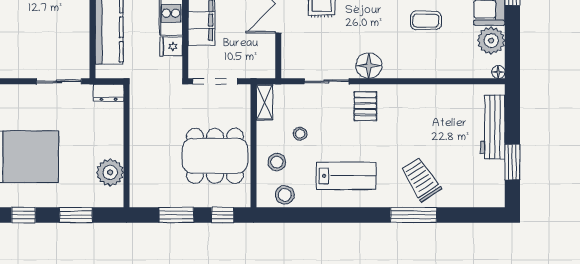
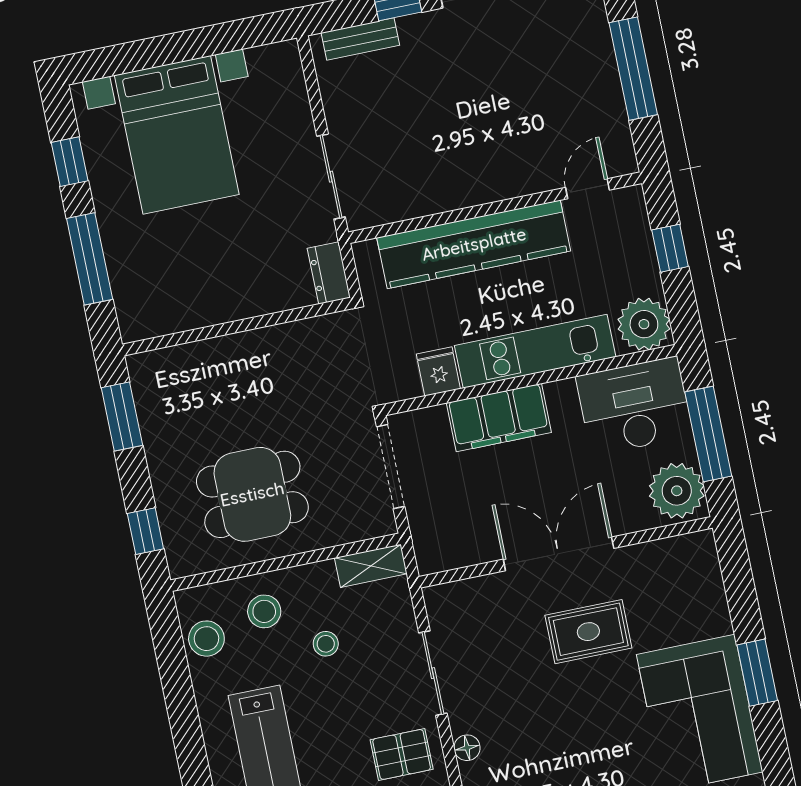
floor lamp: (369, 66) -> (467, 748), width x0.53, depth x0.53
dining table: (215, 156) -> (252, 494), width x0.73
plant: (110, 172) -> (182, 306), removed
window: (76, 215) -> (90, 259), width x1.44
window: (176, 215) -> (122, 417), moved

